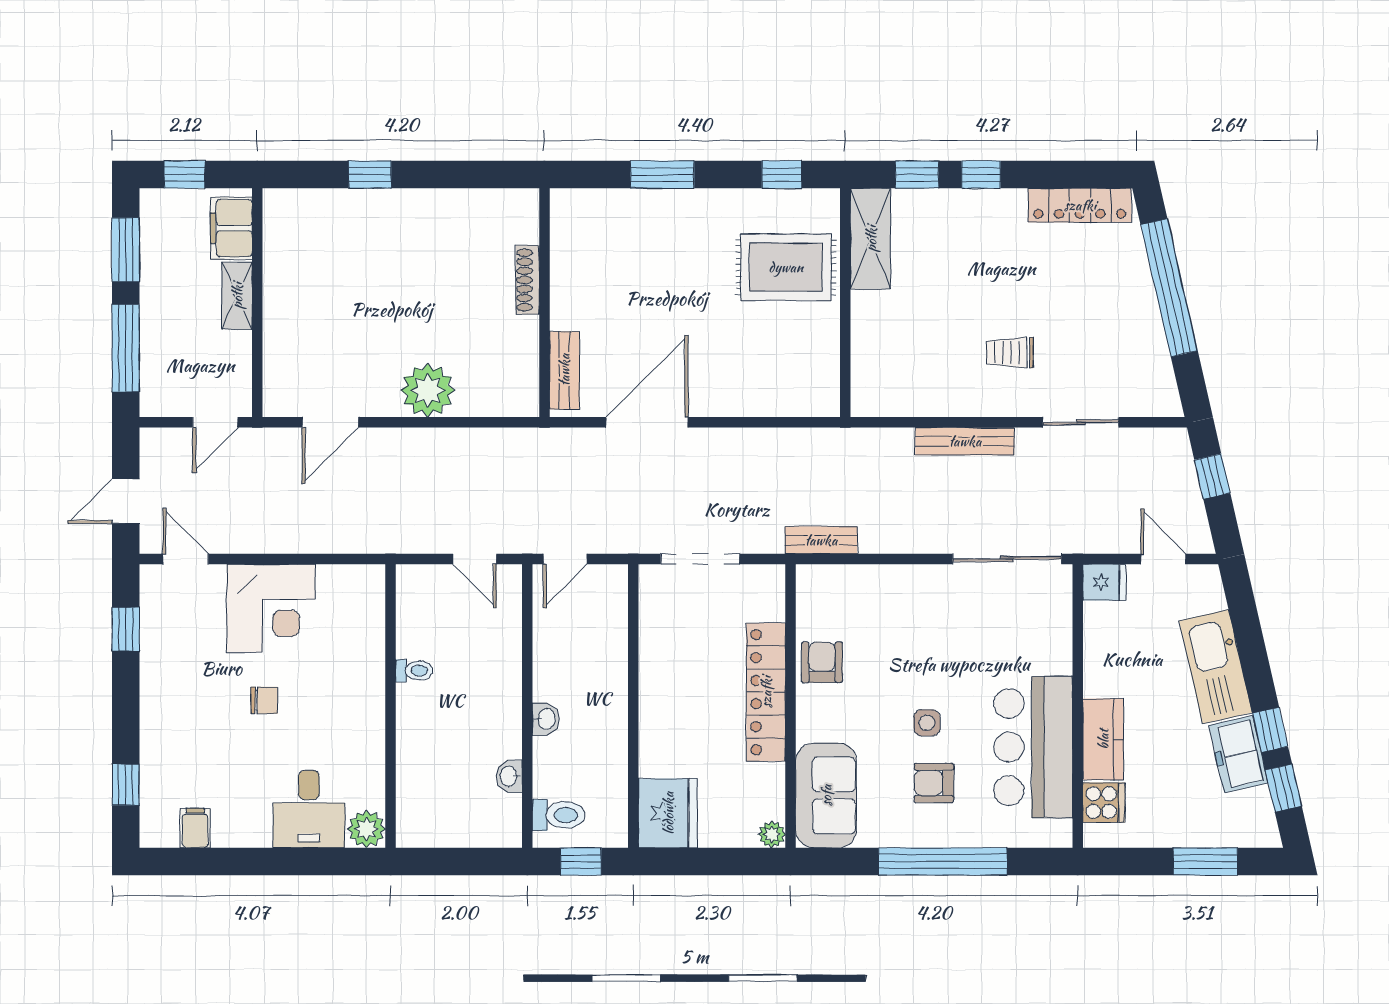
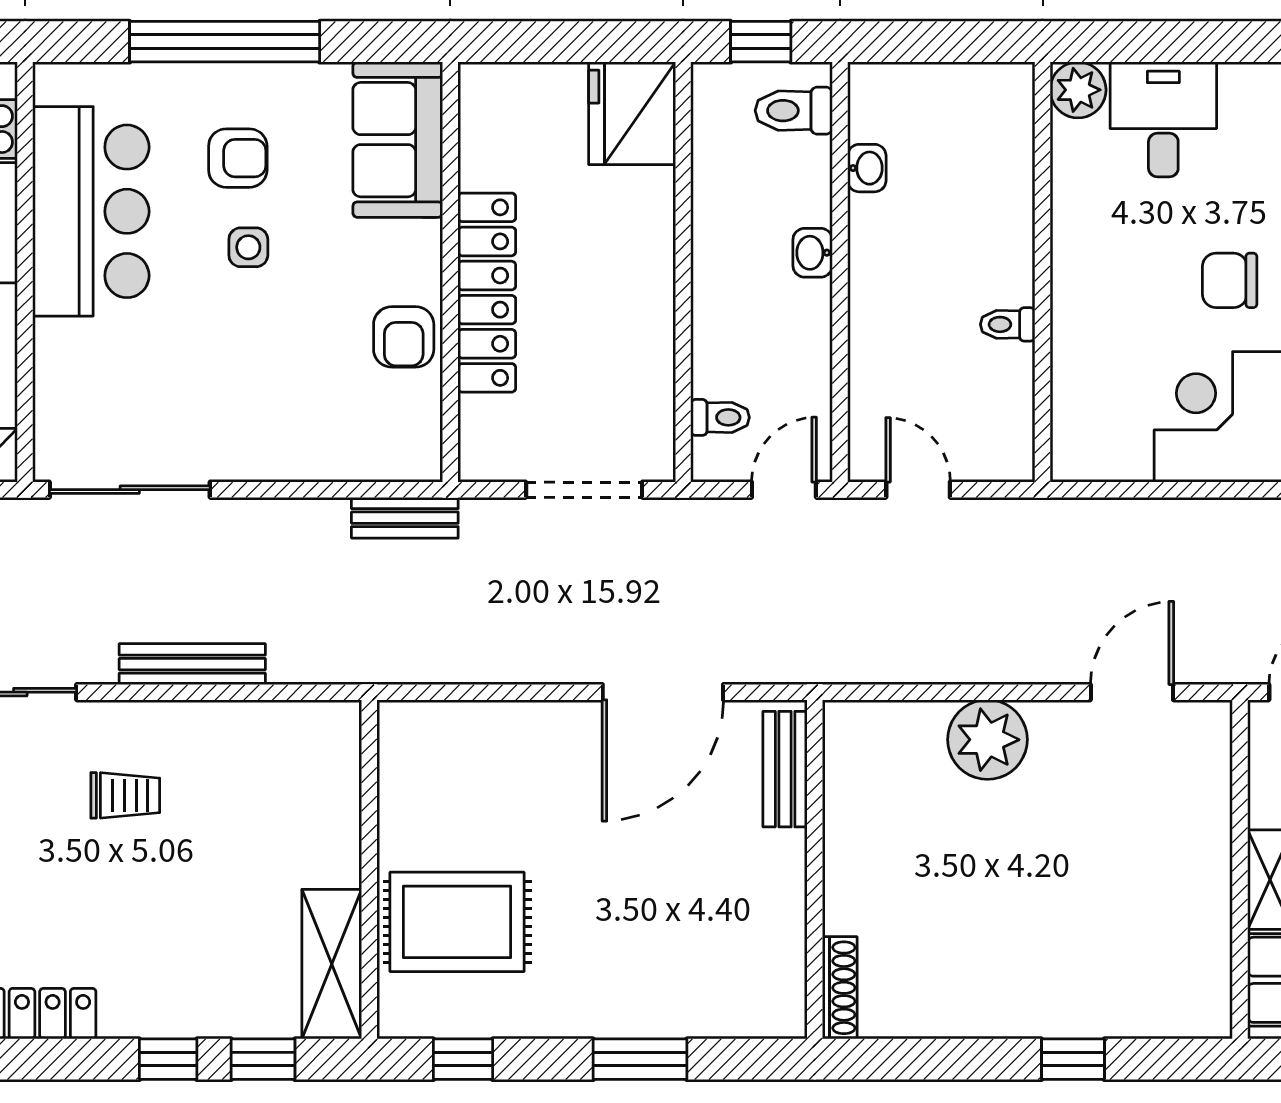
shoe rack: (528, 280) -> (840, 988), moved
toilet: (608, 608) -> (720, 417), added
chair: (264, 700) -> (1230, 280), width x1.37, depth x1.37
plant: (772, 834) -> (478, 82), removed

